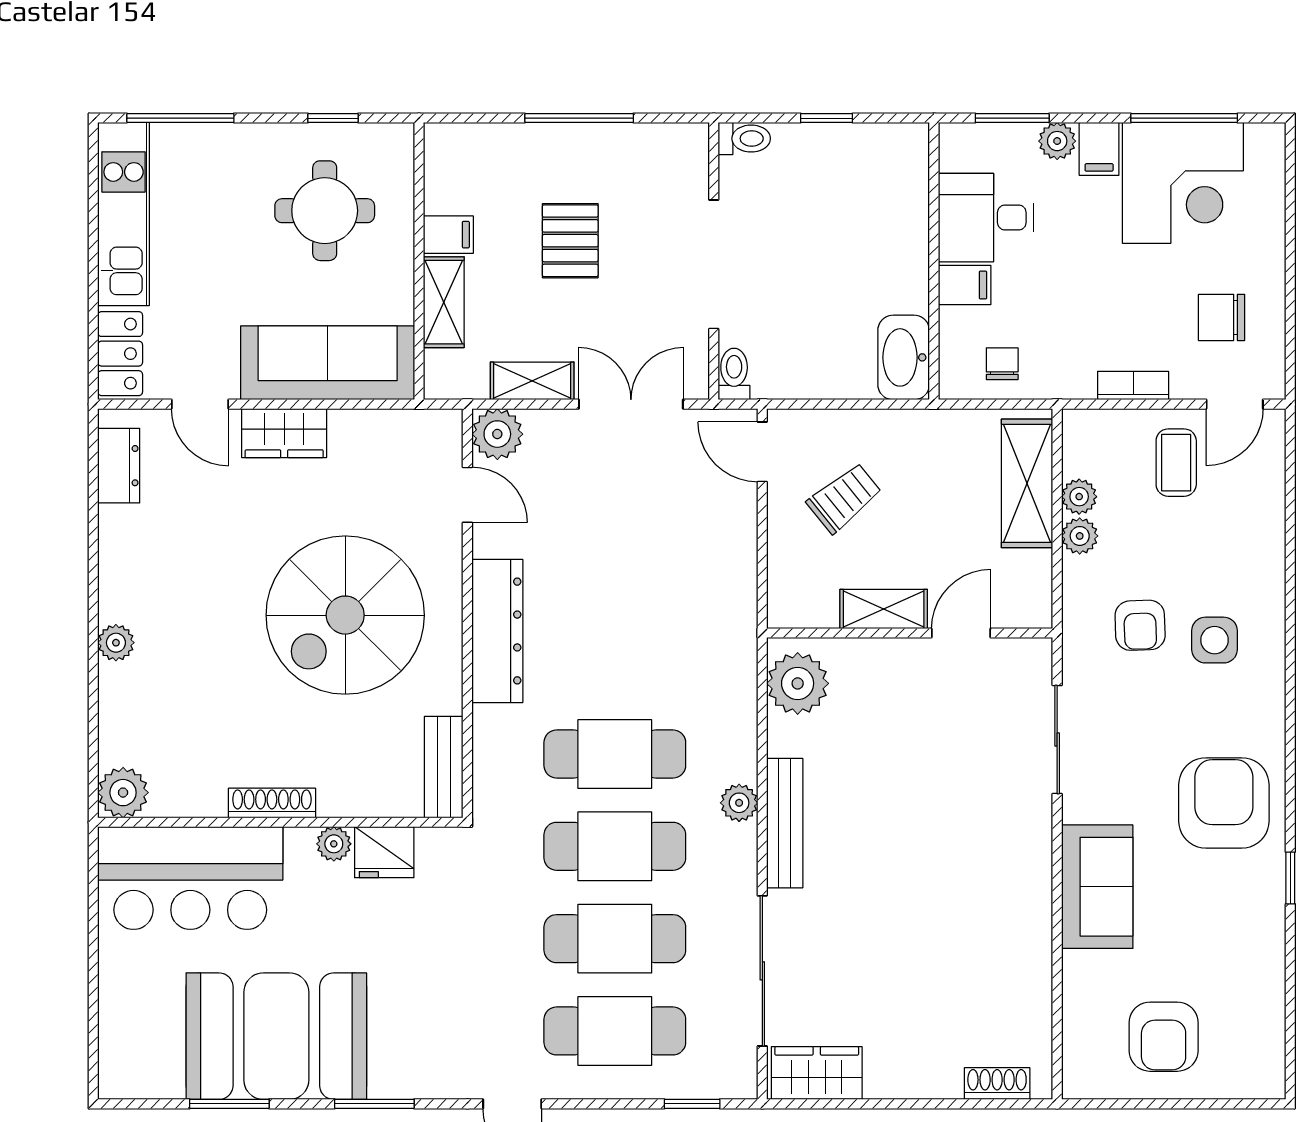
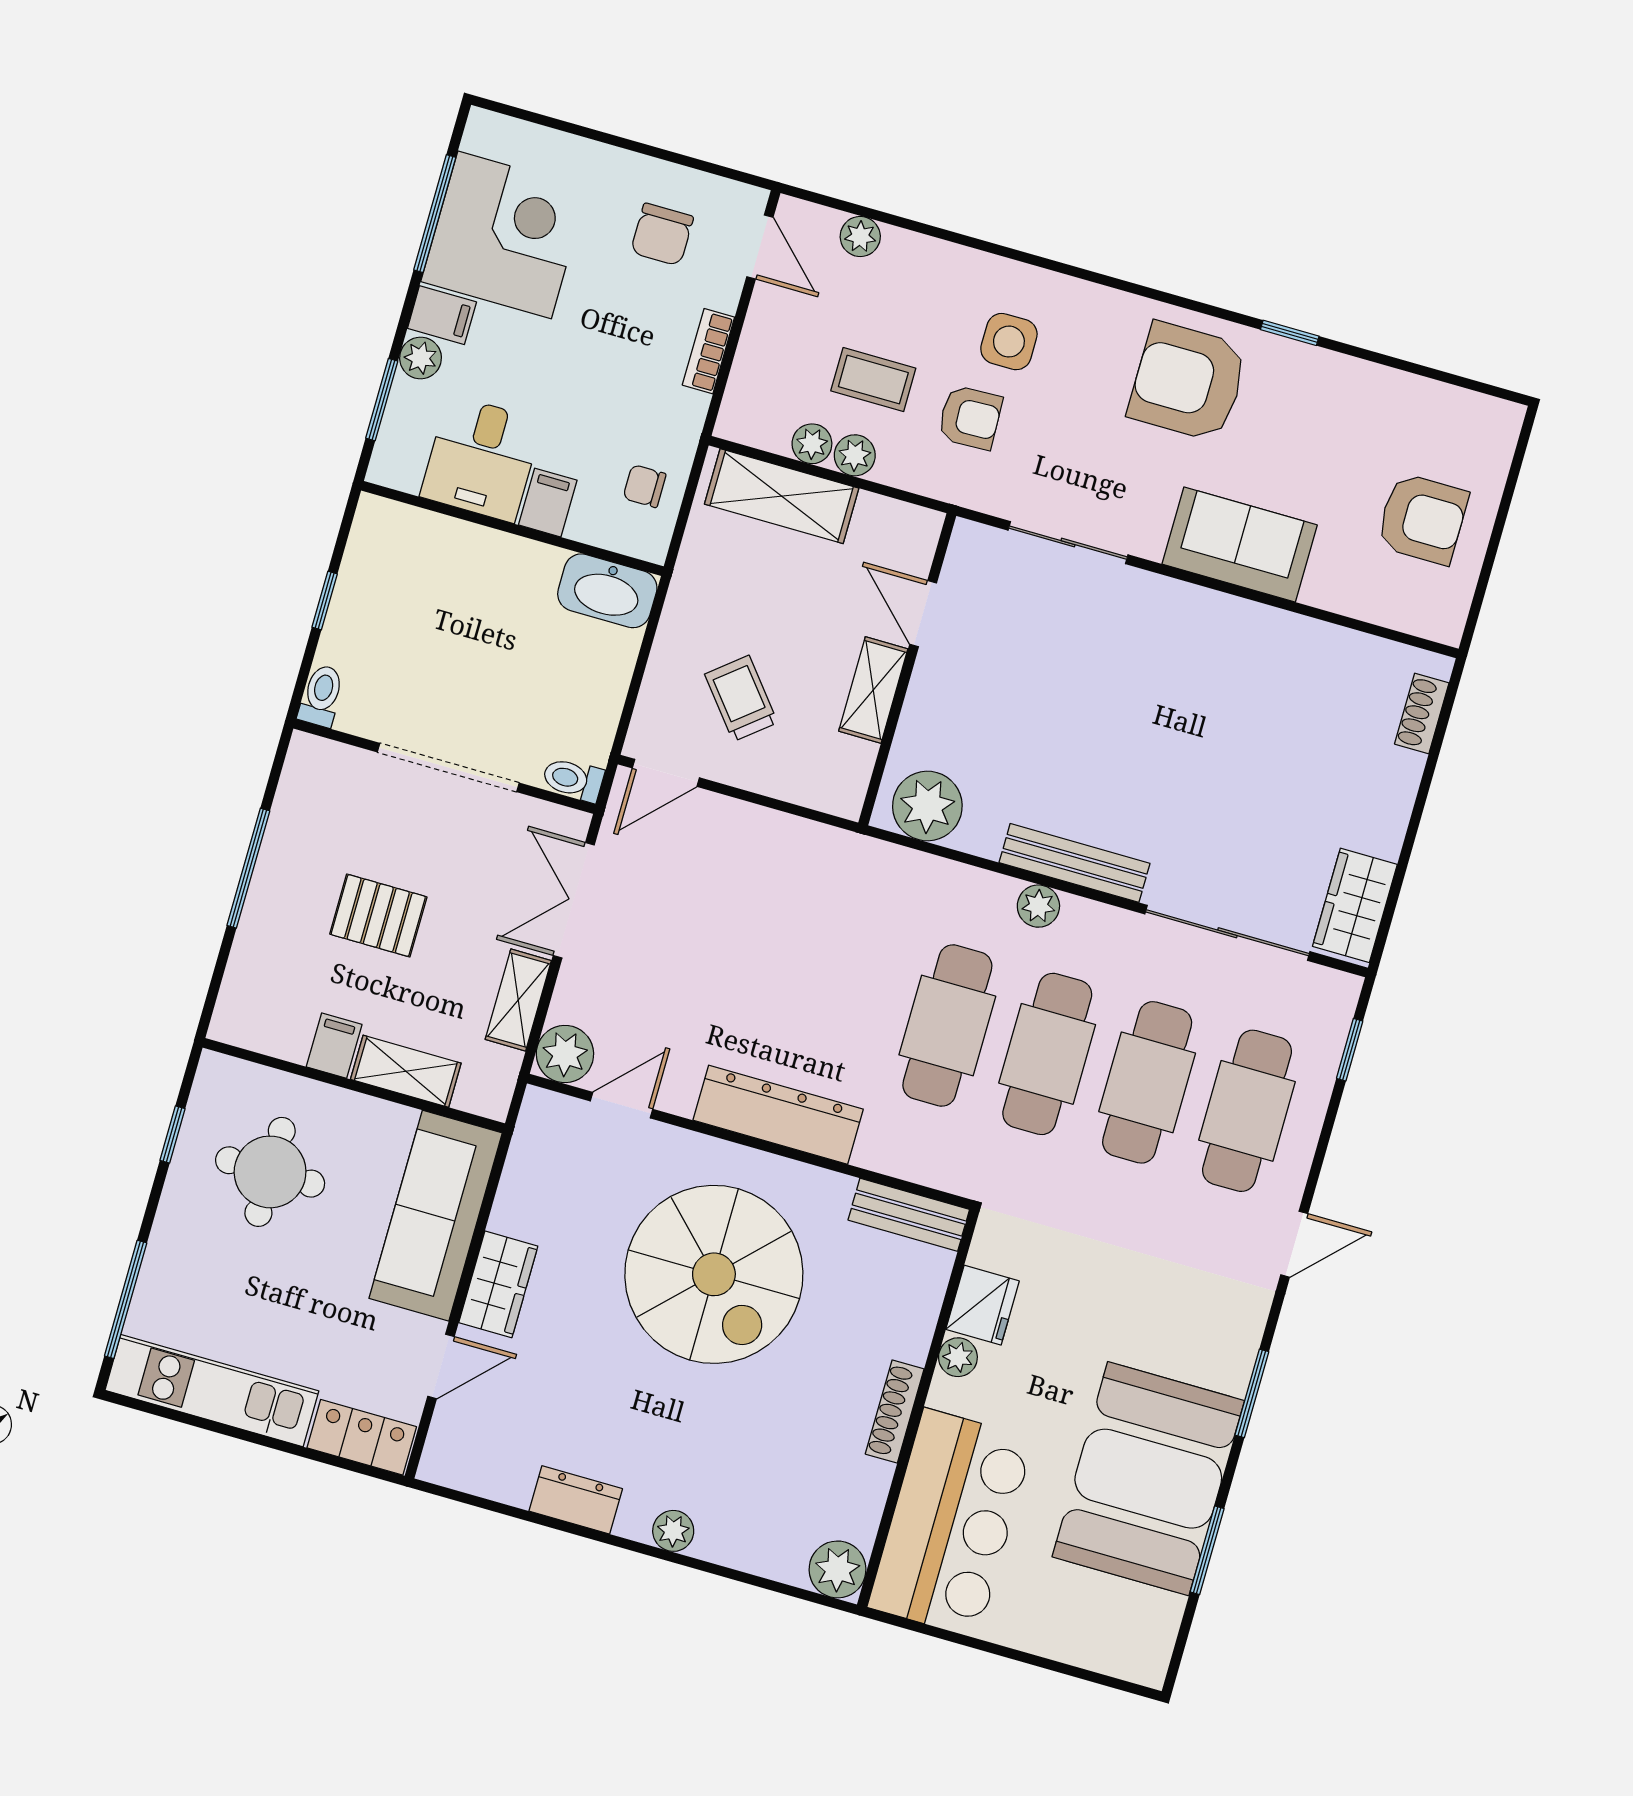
coffee table: (1176, 463) -> (873, 380), moved
dresser: (119, 466) -> (576, 1500), moved
plant: (1268, 487) -> (860, 237), added

